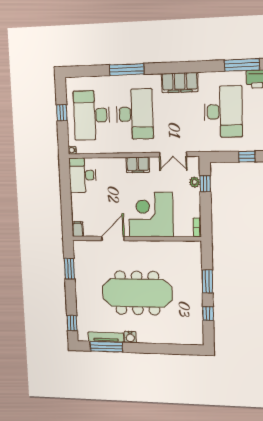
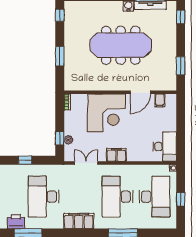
filing cabinet: (78, 229) -> (160, 100), moved
window: (208, 314) -> (60, 15), moved

